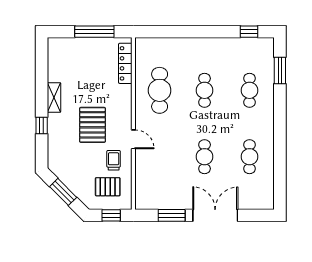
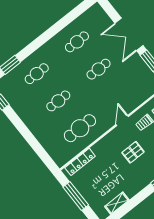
shelving: (54, 97) -> (117, 203), moved
pallet: (92, 125) -> (133, 152), width x0.67, depth x0.71

